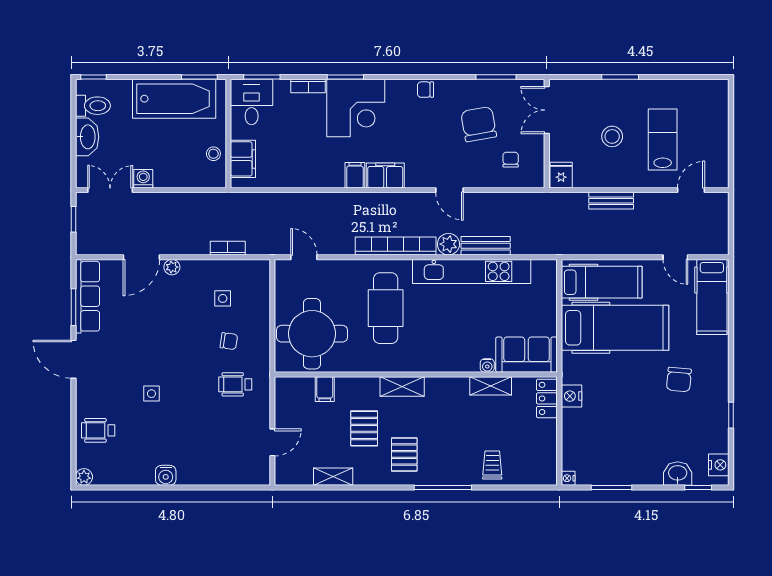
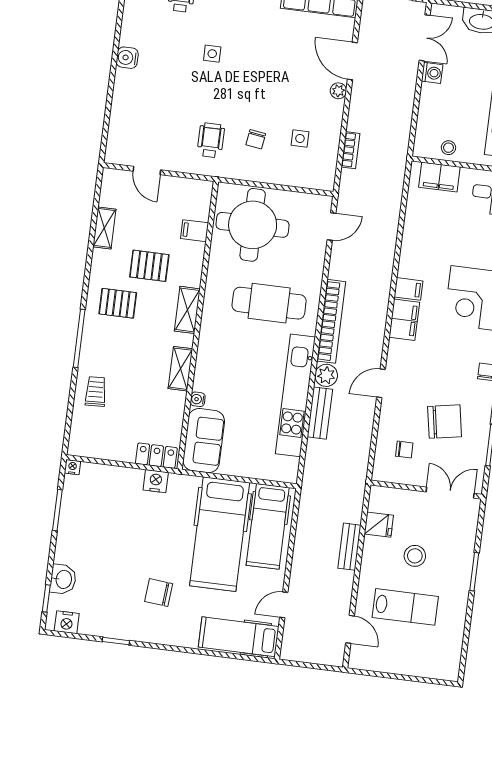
fridge: (561, 175) -> (379, 525), moved
shelving: (491, 386) -> (180, 369), moved
trolley: (492, 465) -> (96, 392), turned -93

